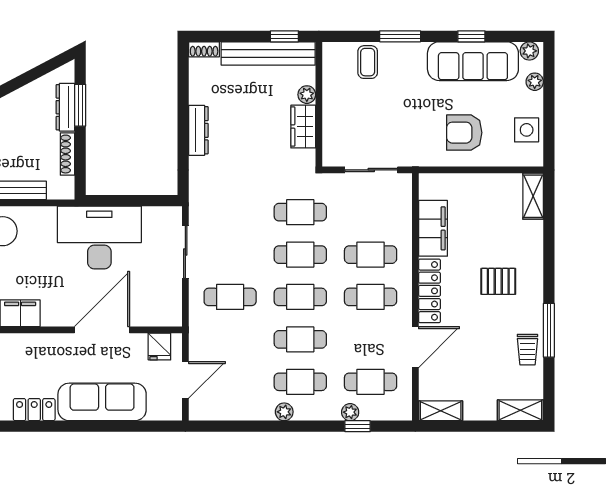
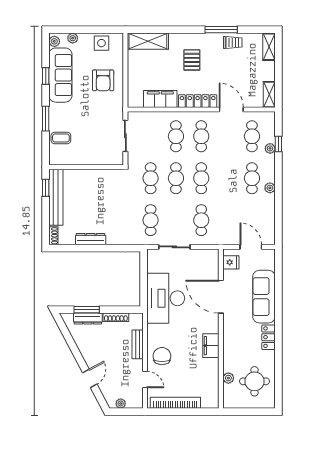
plant: (307, 95) -> (80, 174), removed
wardrobe: (303, 127) -> (99, 176), removed
dresser: (198, 130) -> (91, 239), moved
shelving: (533, 196) -> (148, 41), width x1.50, depth x1.33
cafe table: (300, 339) -> (151, 220), moved

